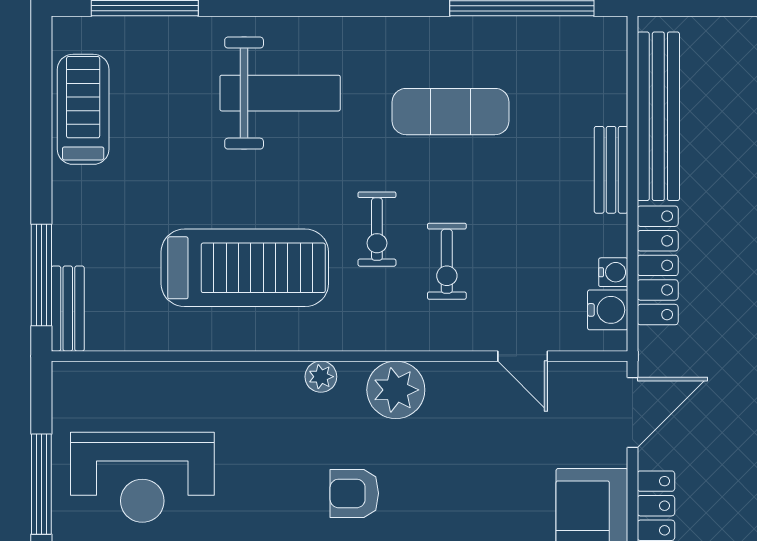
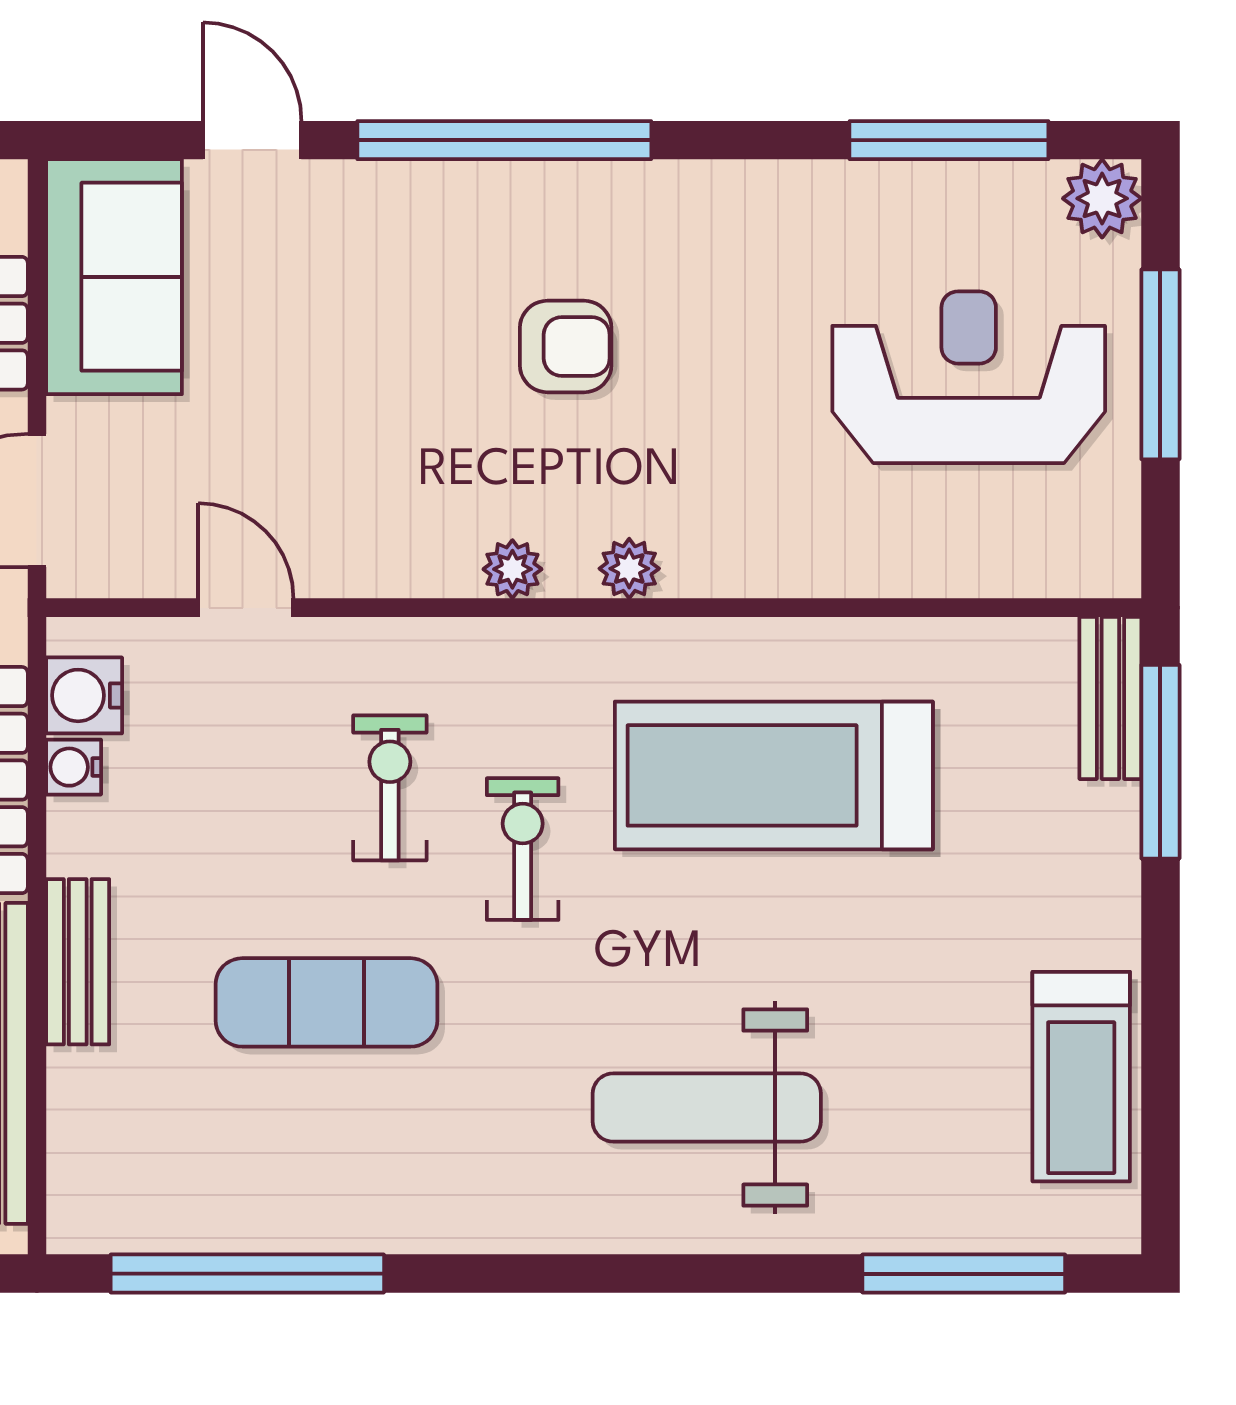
exercise mat: (451, 112) -> (326, 1002), moved
plant: (396, 390) -> (512, 569), width x0.53, depth x0.53

